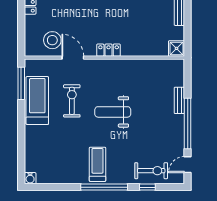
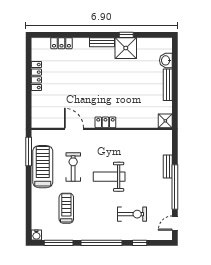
stool: (52, 40) -> (56, 113), removed
treadmill: (97, 164) -> (66, 208), moved
exercise bike: (151, 171) -> (132, 214), moved
window: (55, 187) -> (59, 243), added

